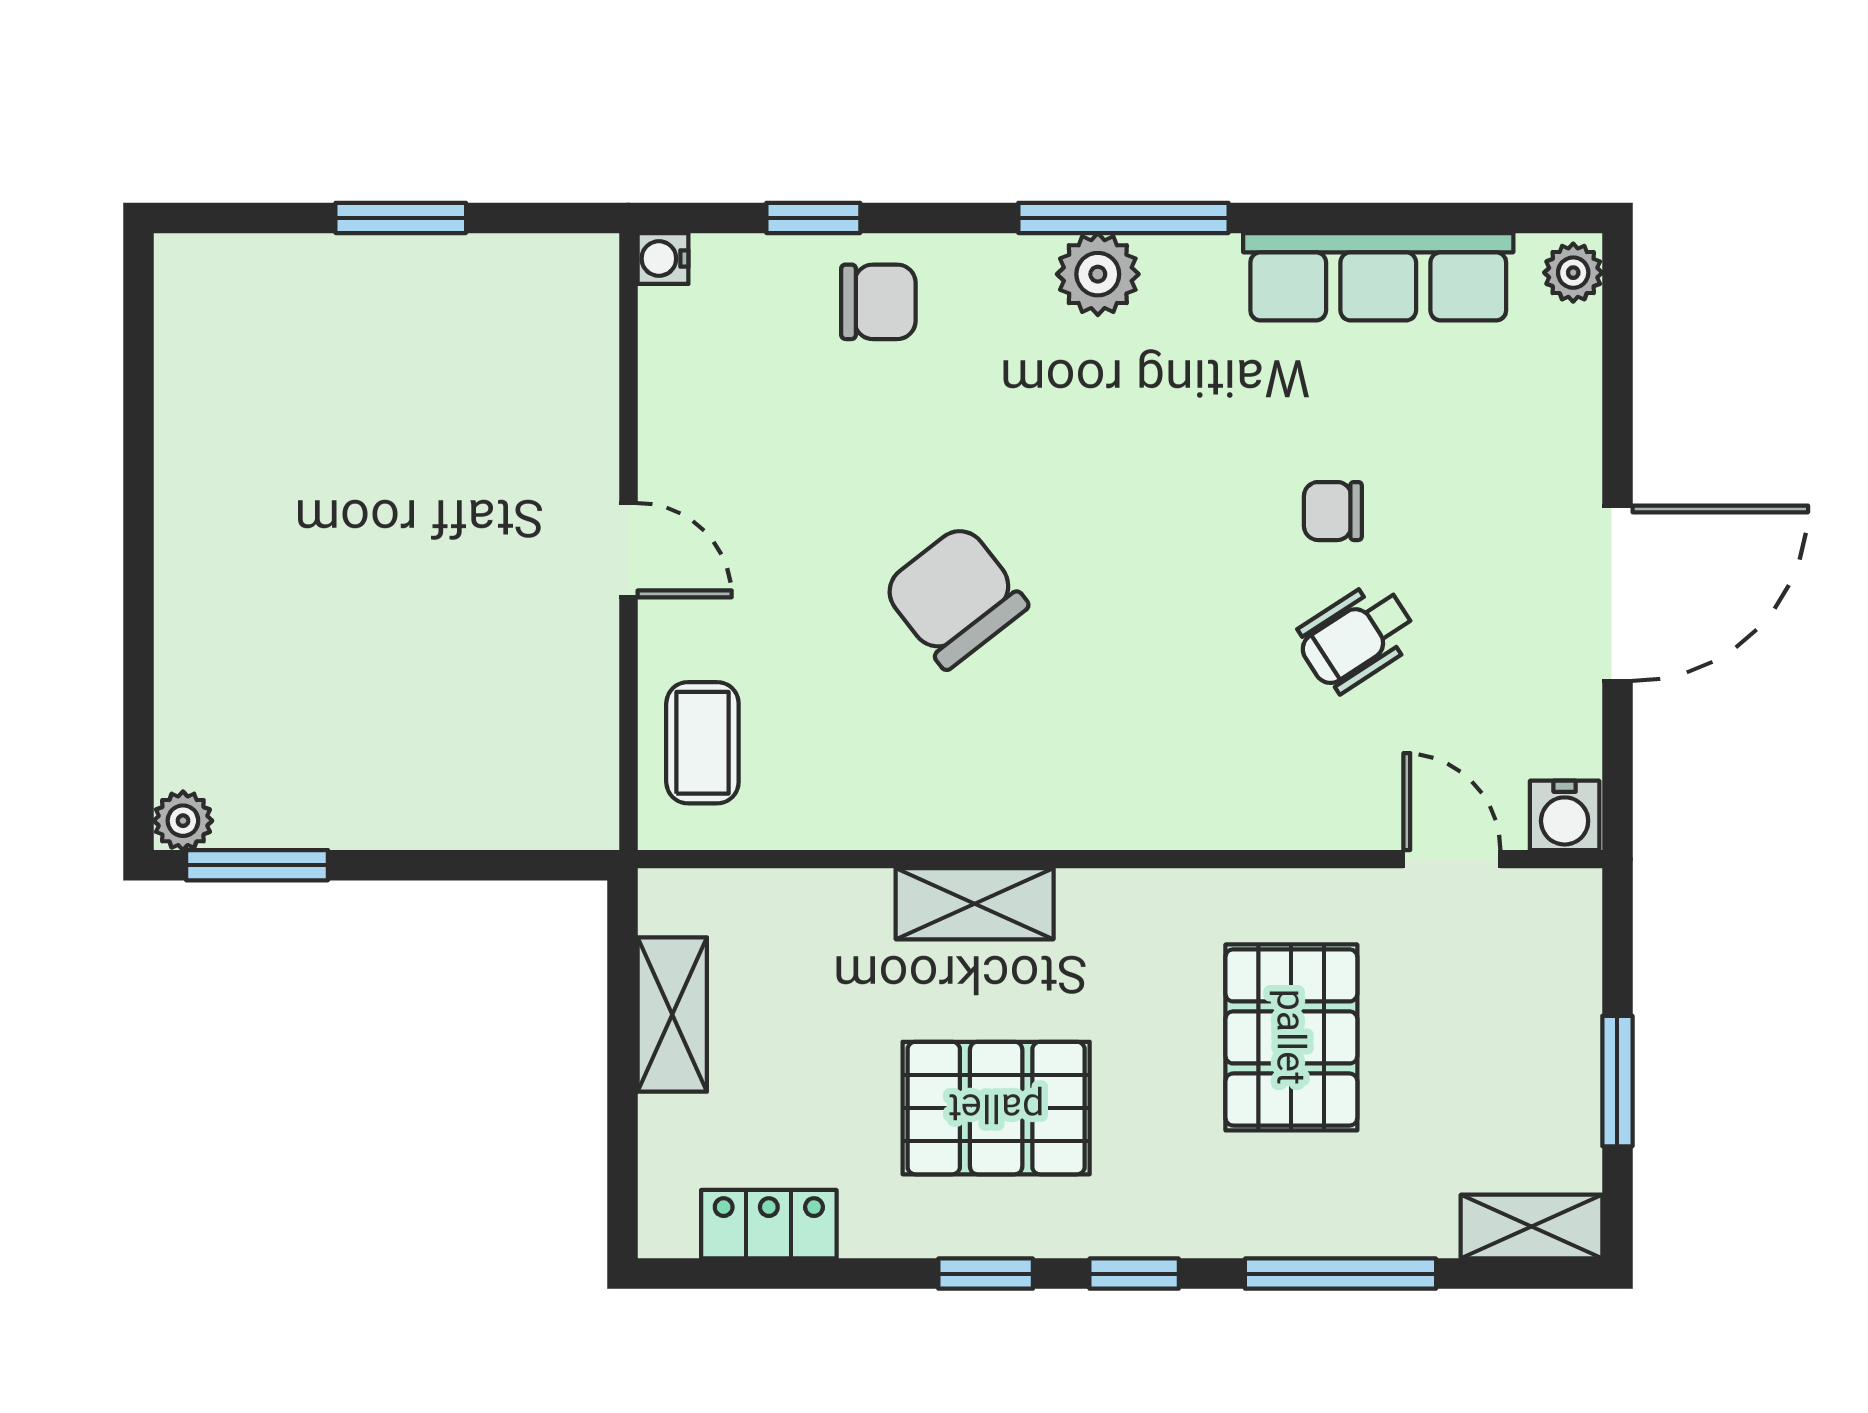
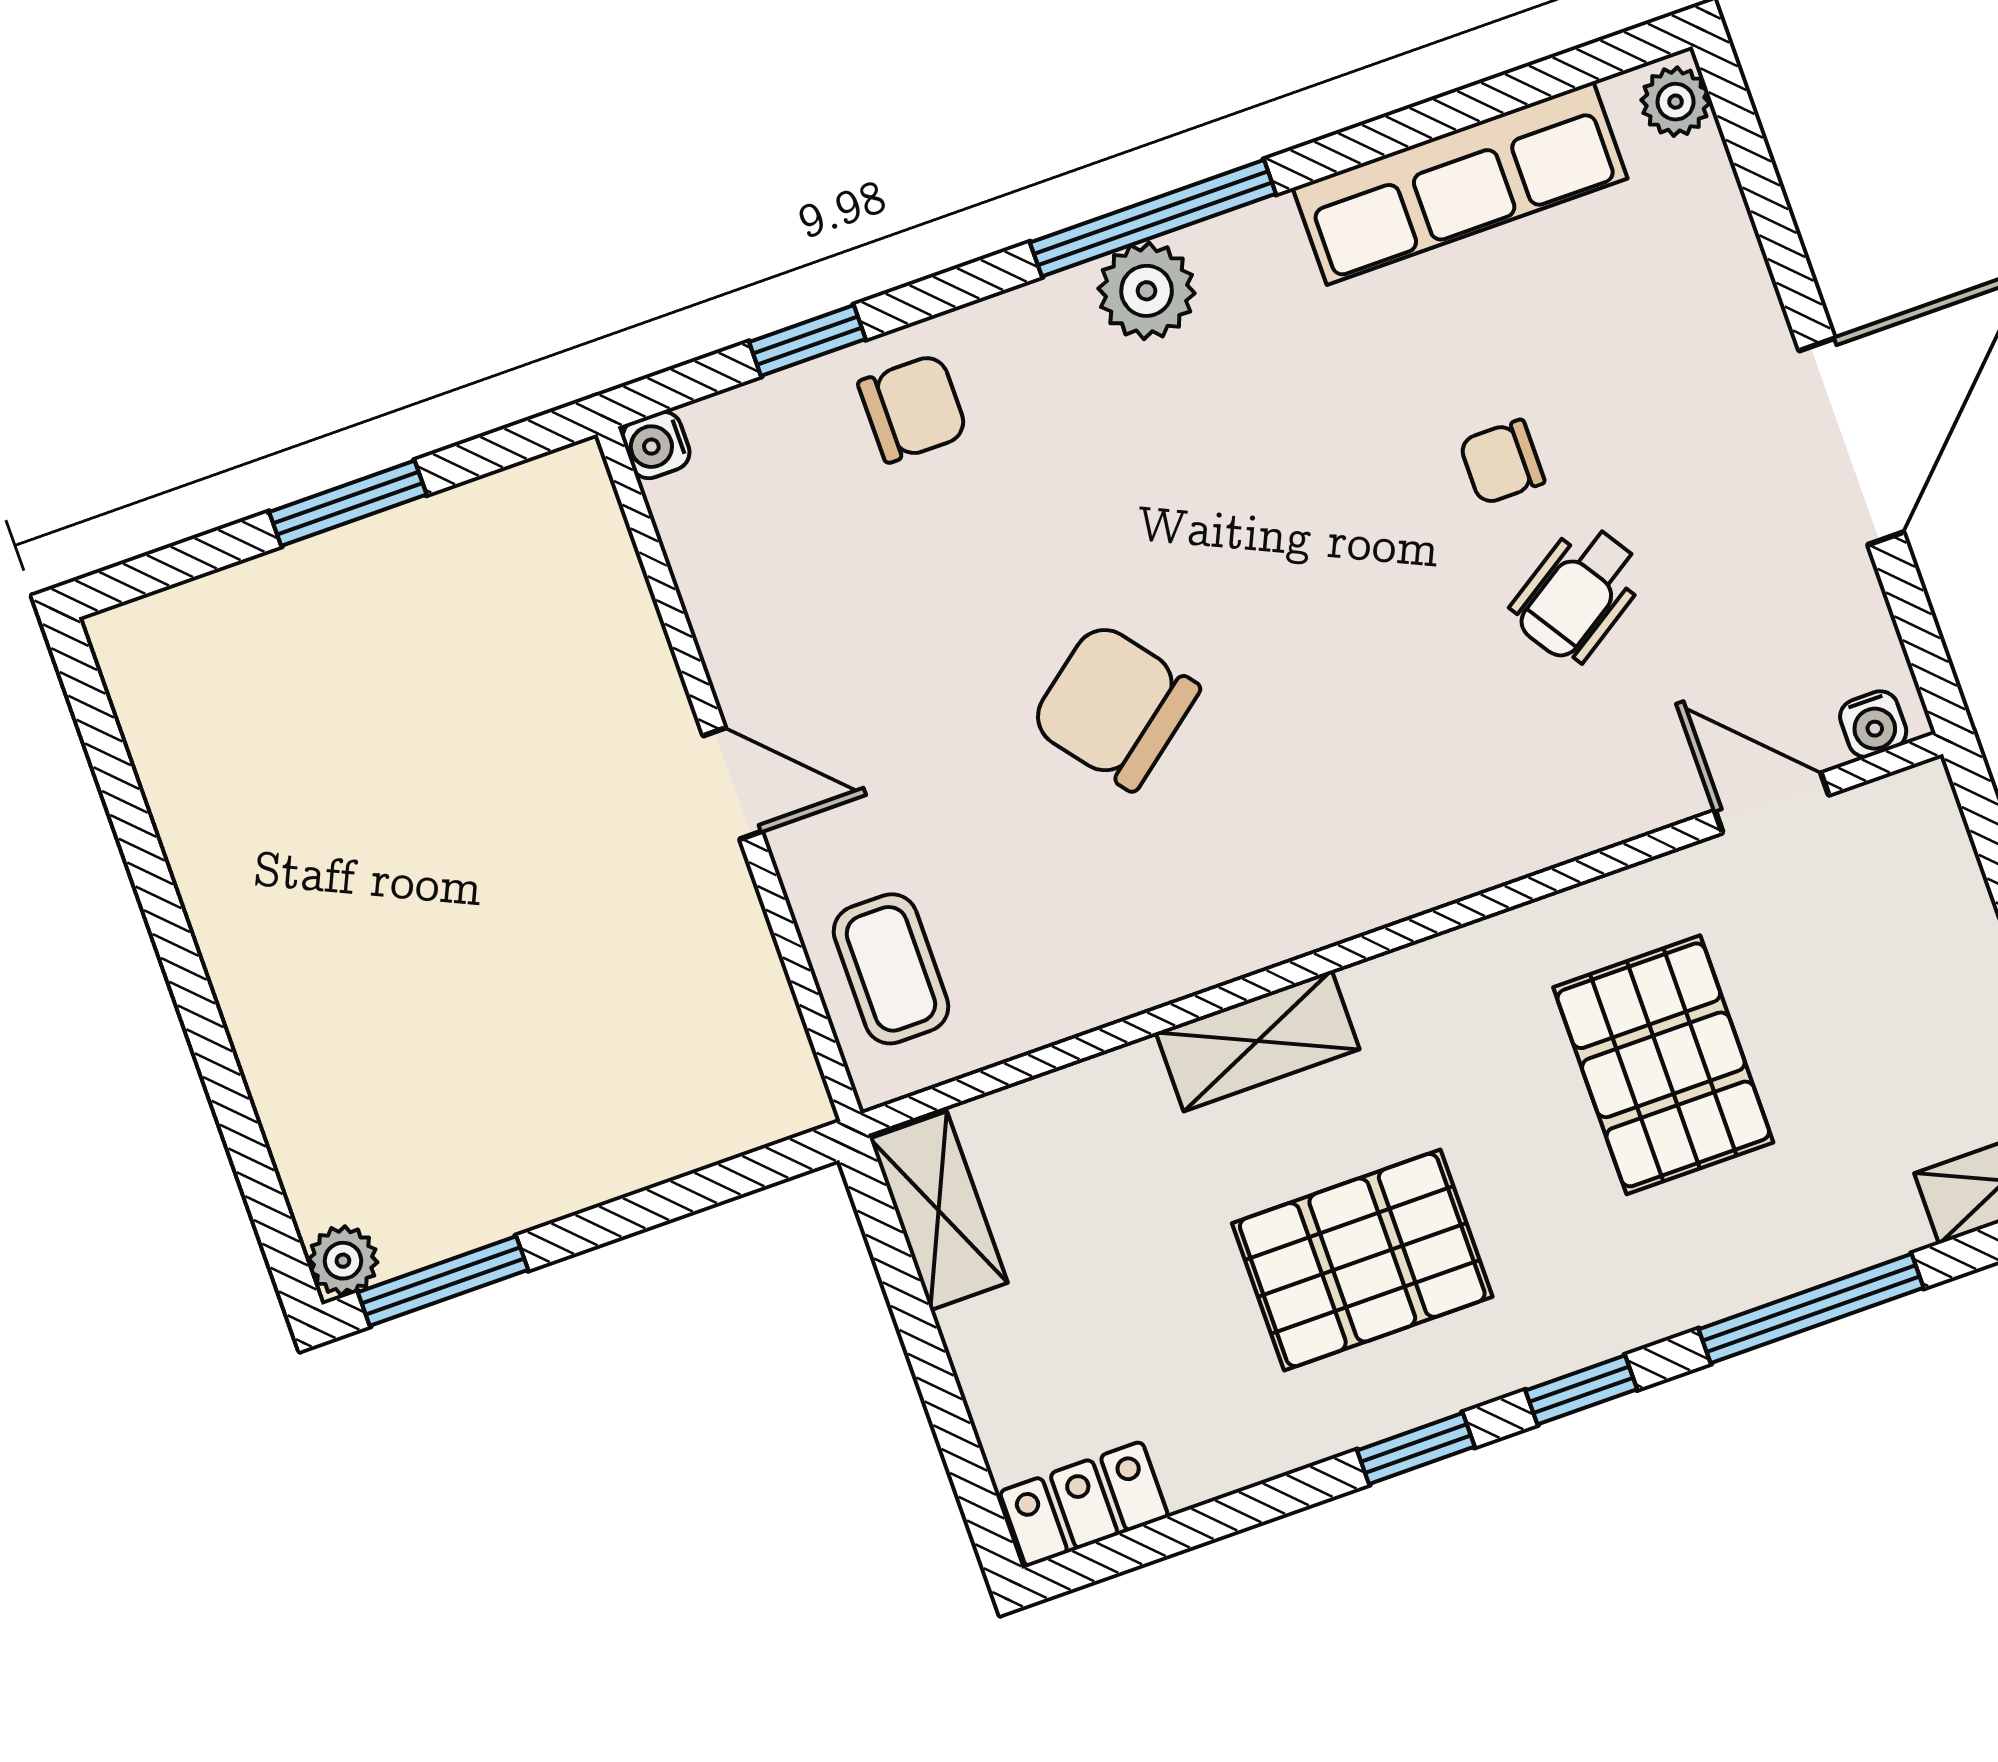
water cooler: (1565, 815) -> (1873, 724), width x0.72, depth x0.72
shelving: (672, 1014) -> (939, 1211), moved
locker: (769, 1224) -> (1084, 1504), moved

